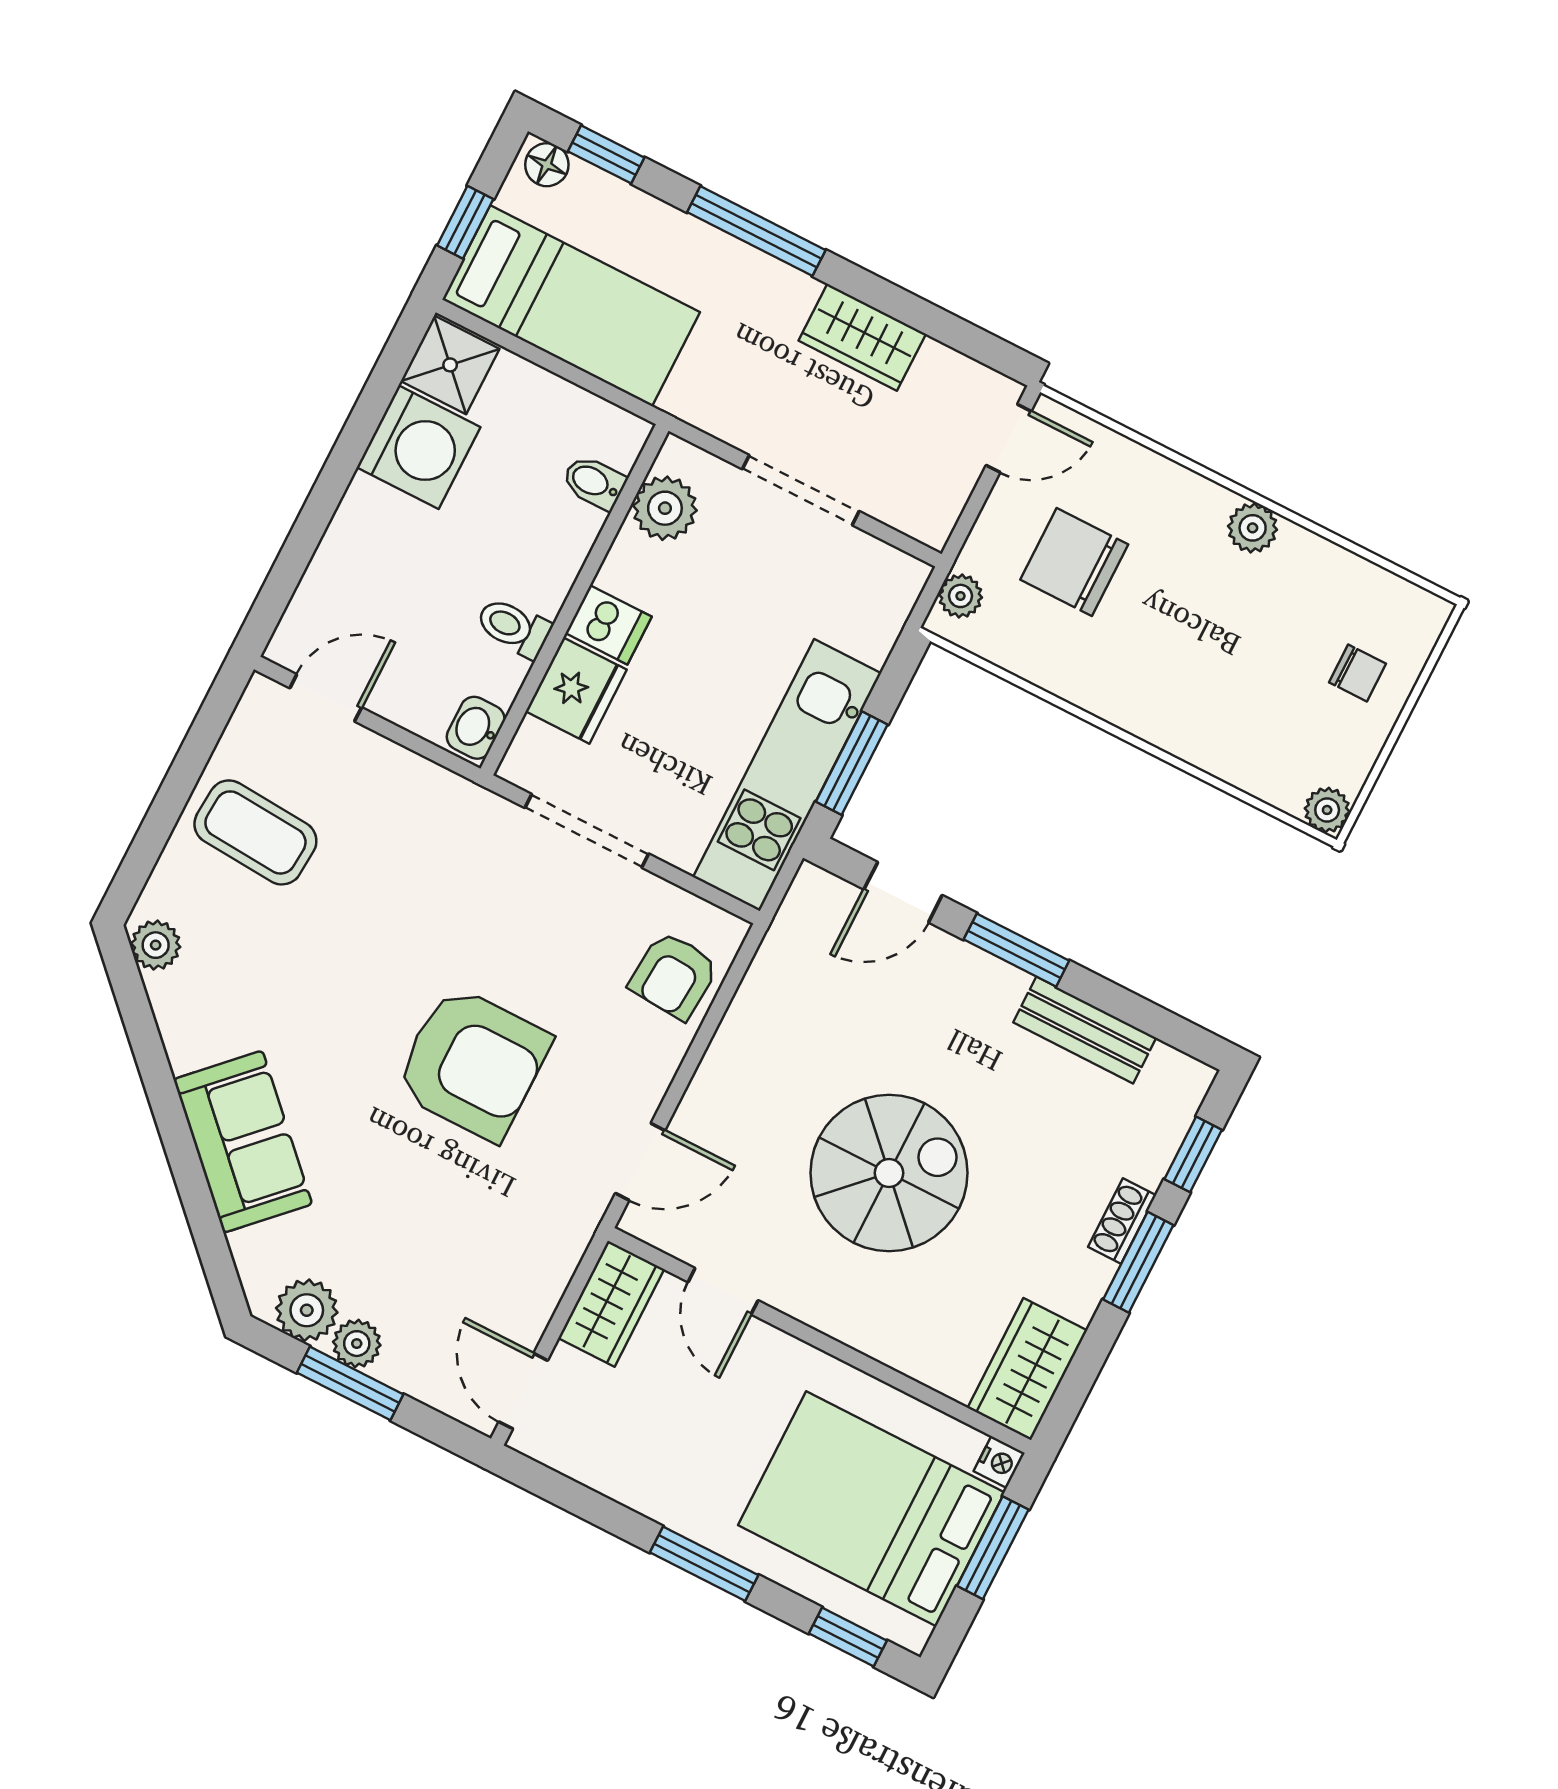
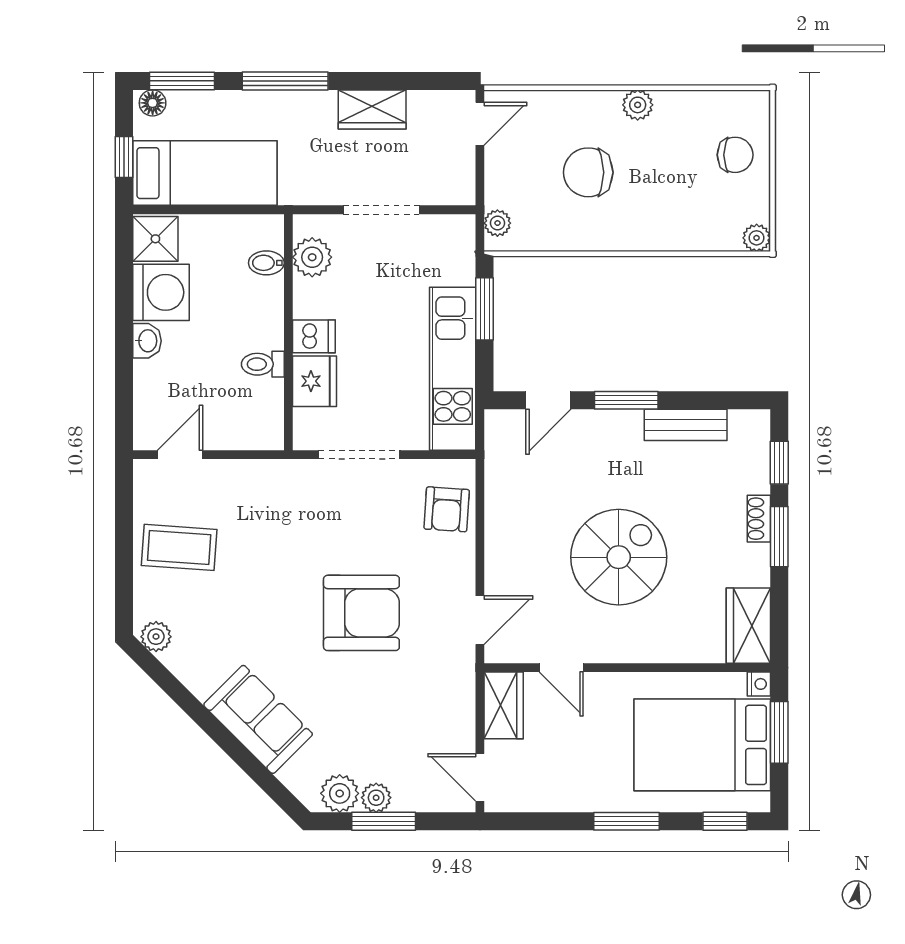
window: (606, 154) -> (182, 81), width x1.50
chair: (1074, 562) -> (588, 172), moved
chair: (1357, 673) -> (735, 155), width x1.37, depth x1.37
washbasin: (476, 728) -> (147, 341), moved, turned 180
window: (852, 763) -> (485, 309), moved

